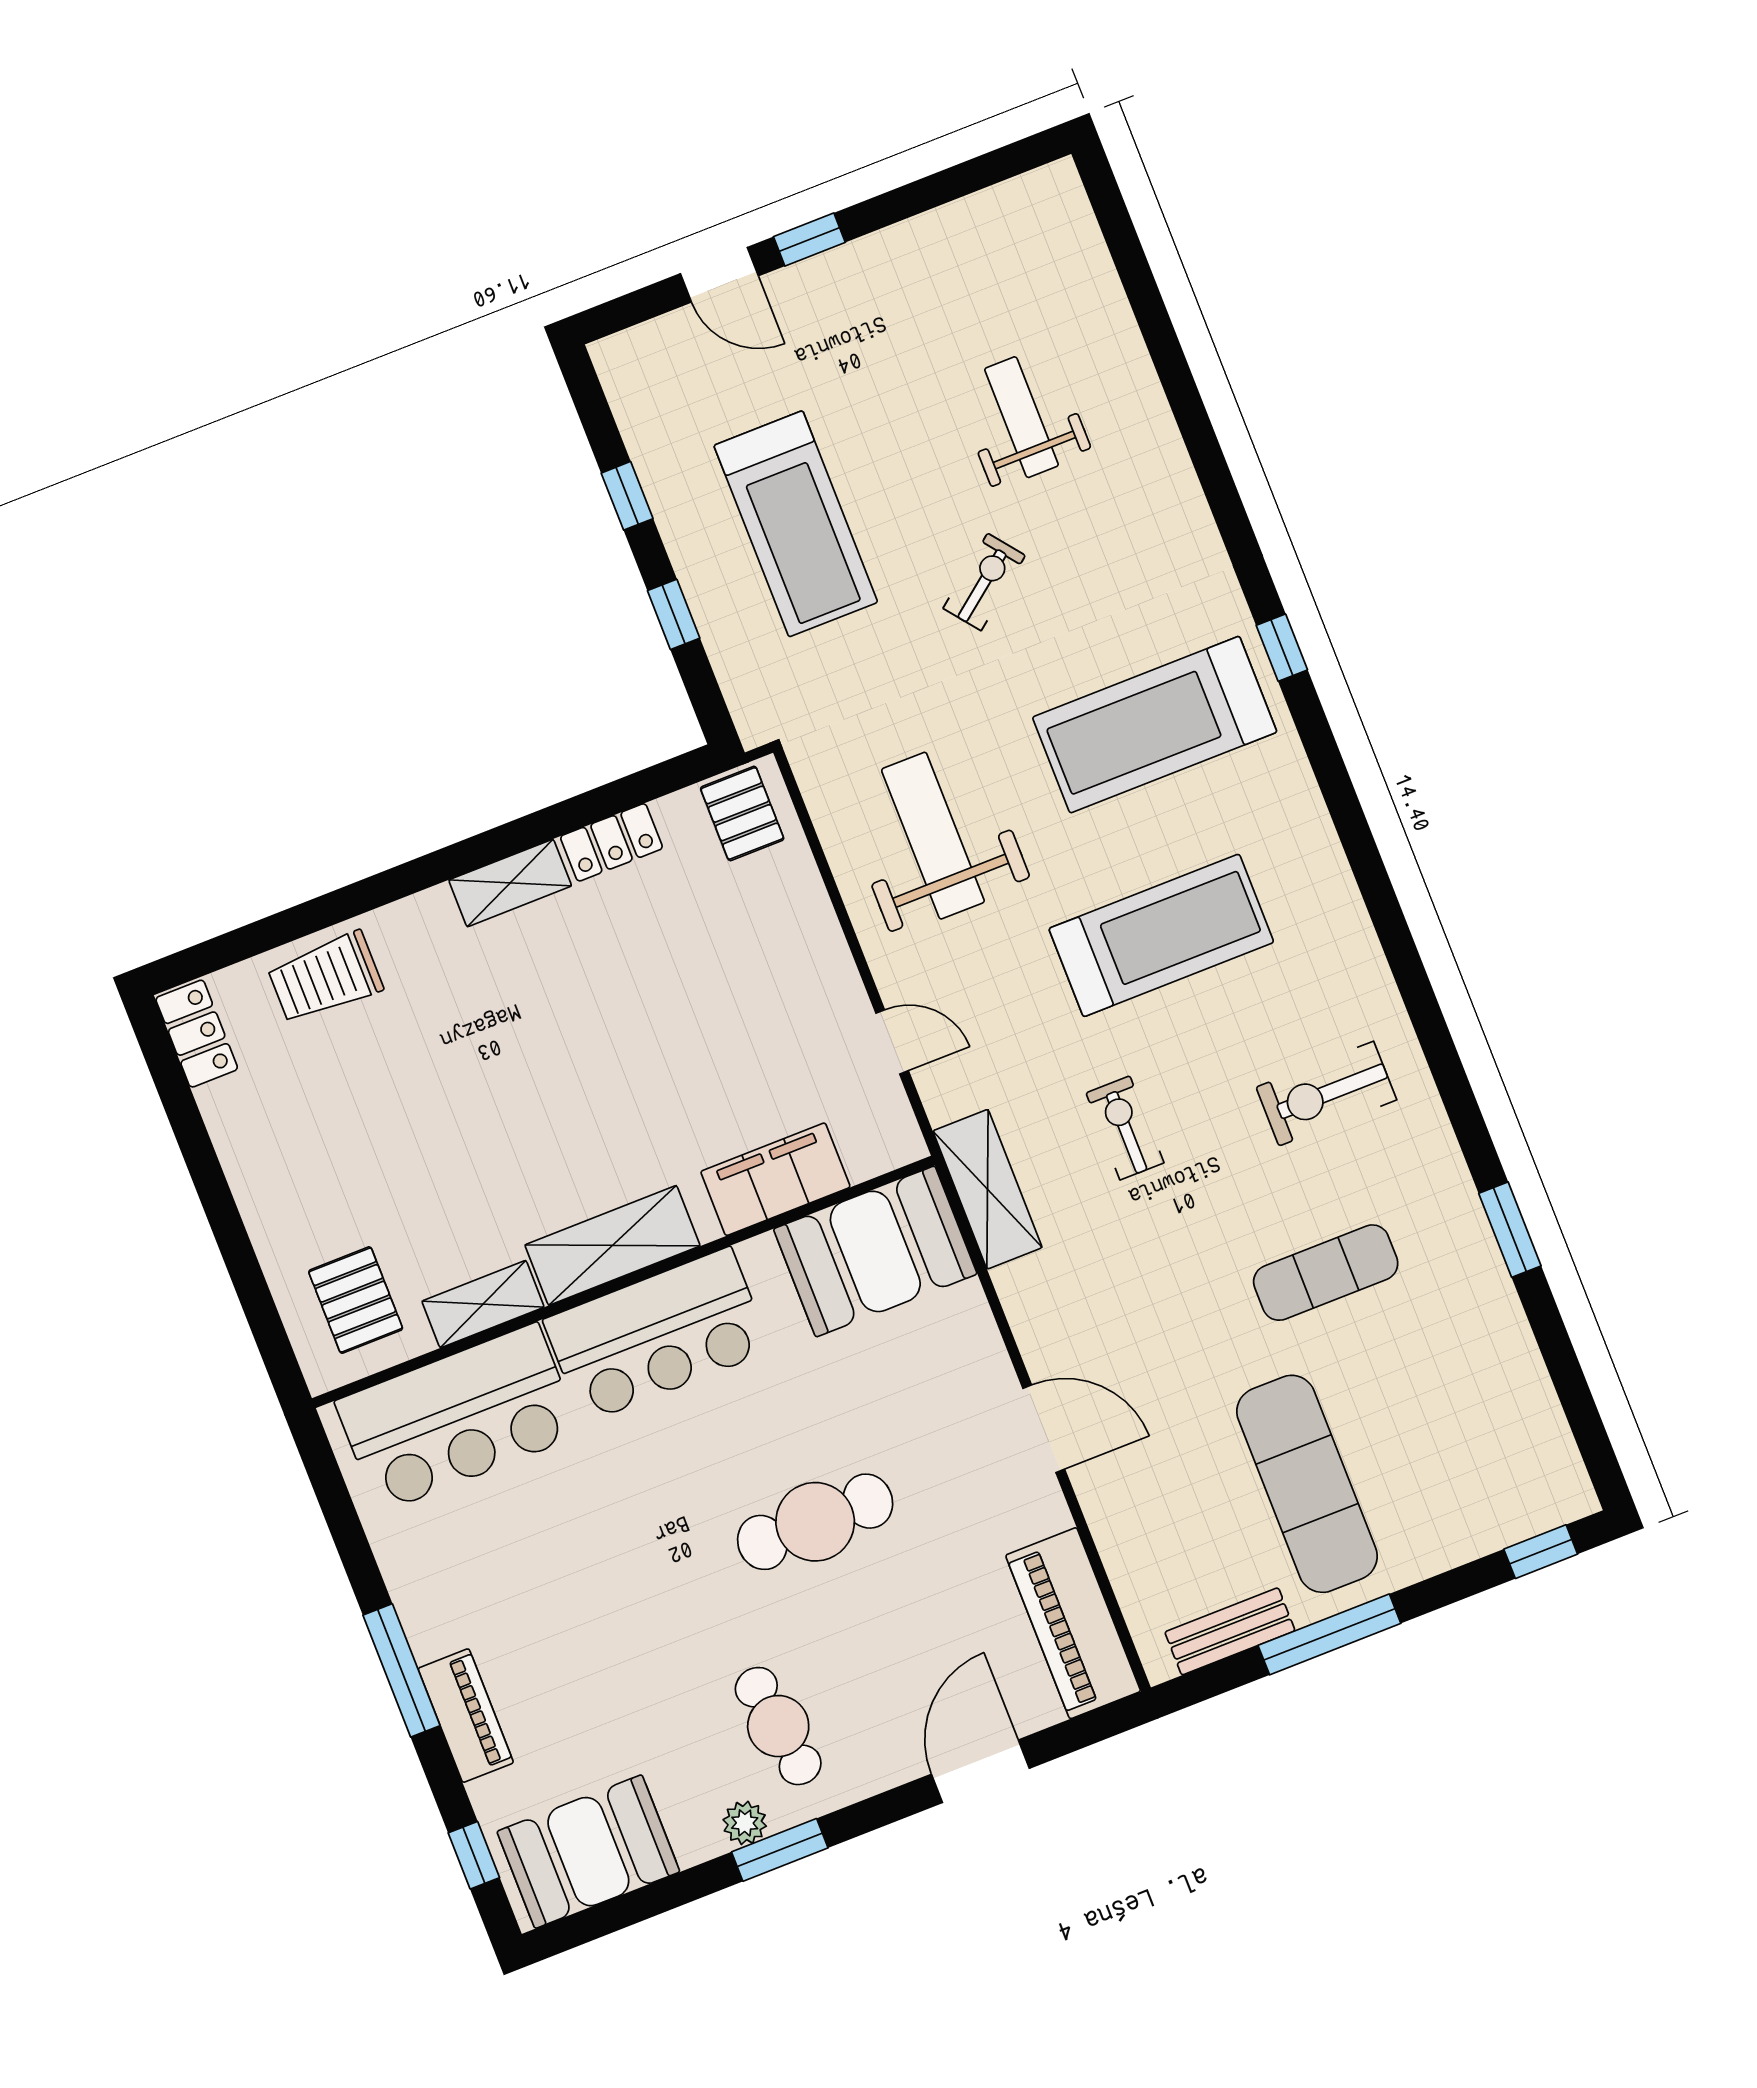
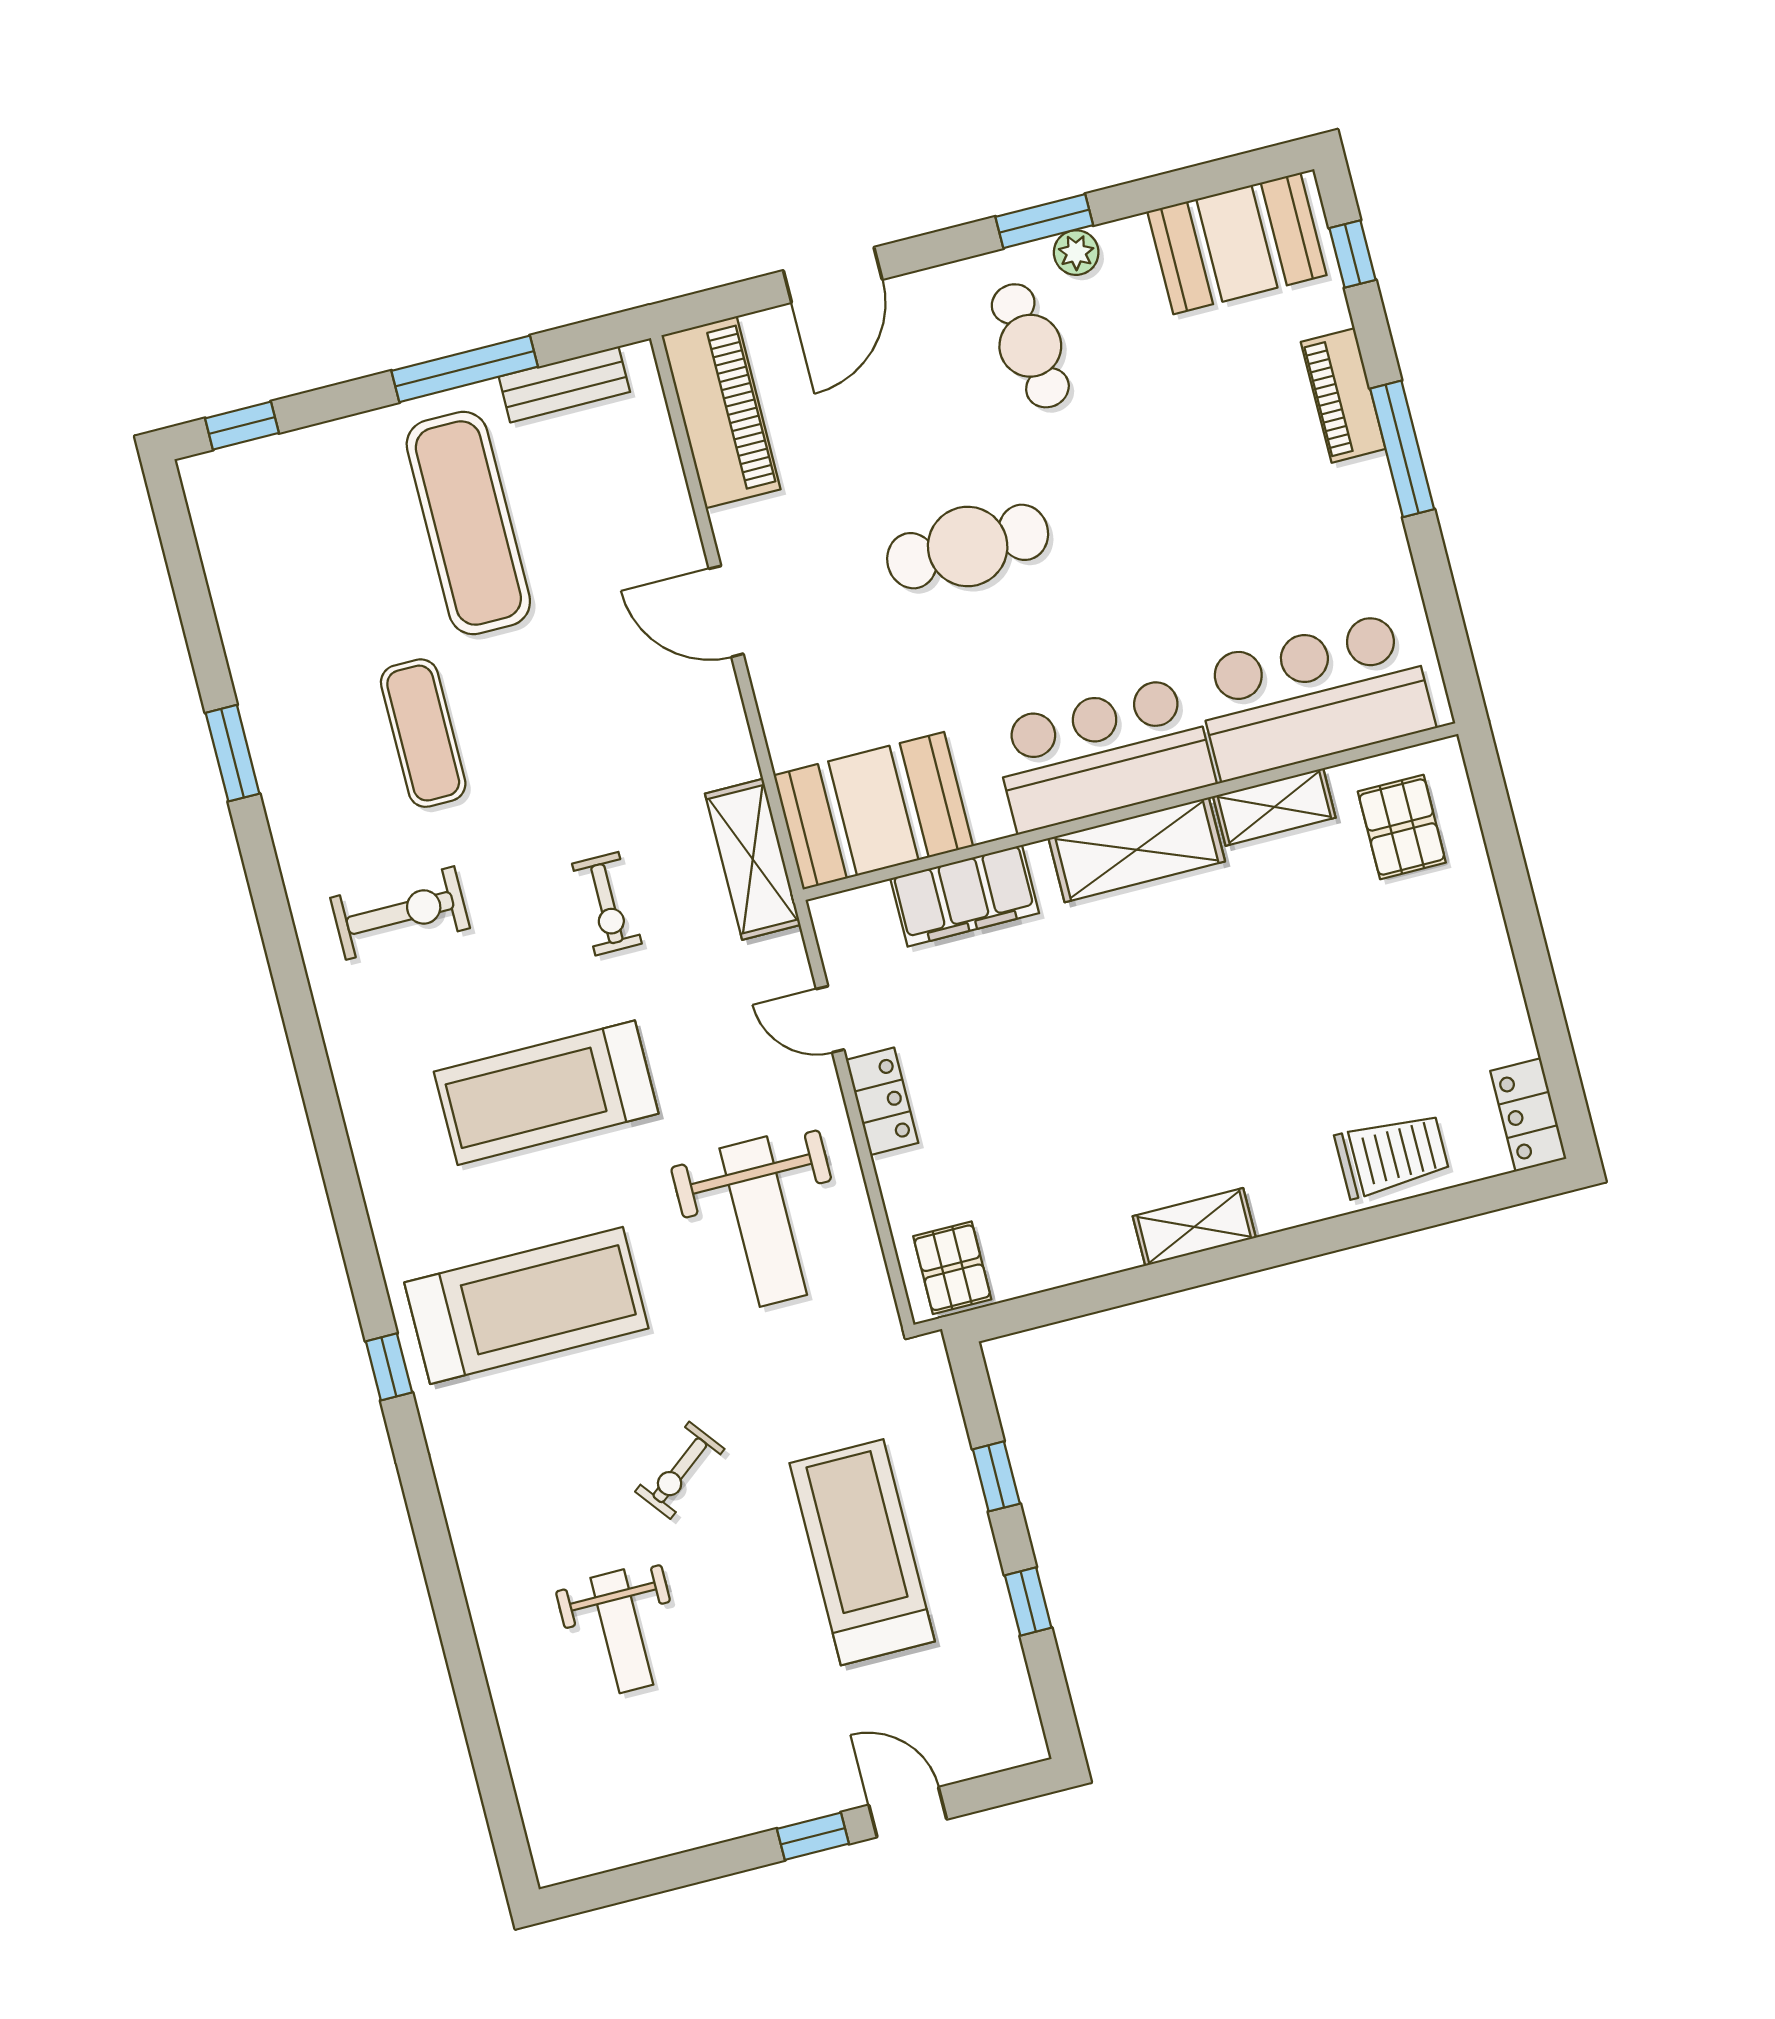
locker: (611, 842) -> (882, 1101), moved, turned 90
exercise mat: (1326, 1273) -> (423, 733), turned 90

